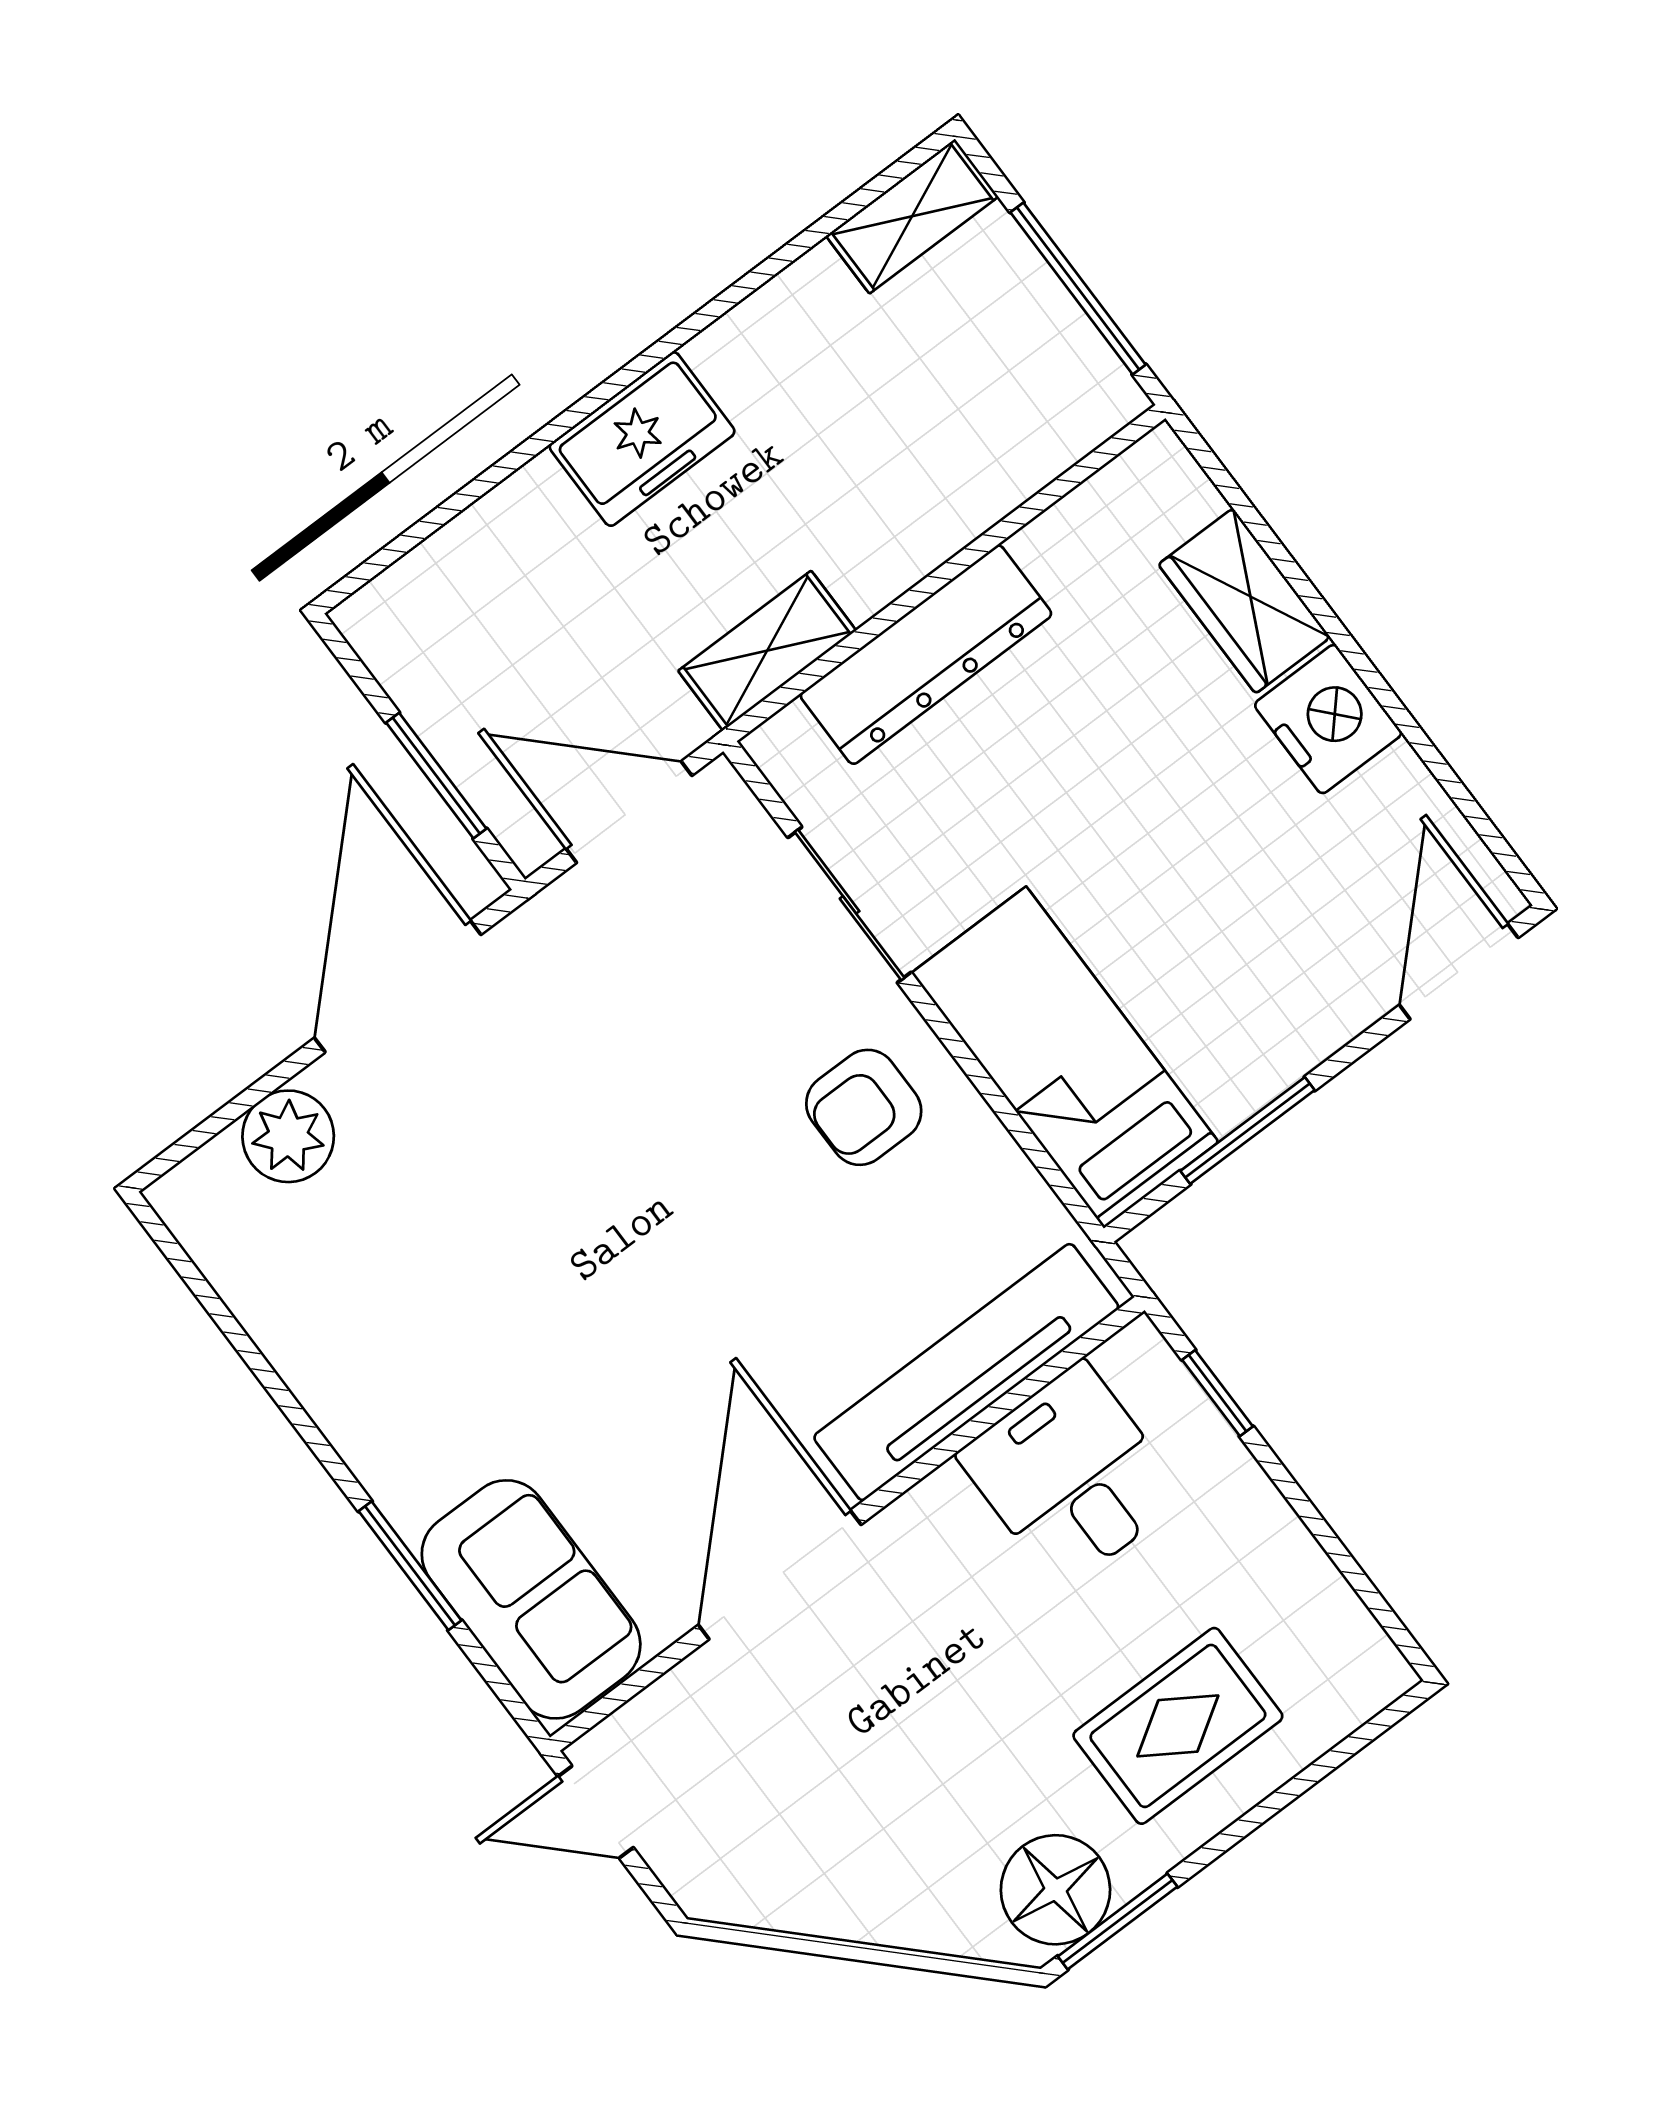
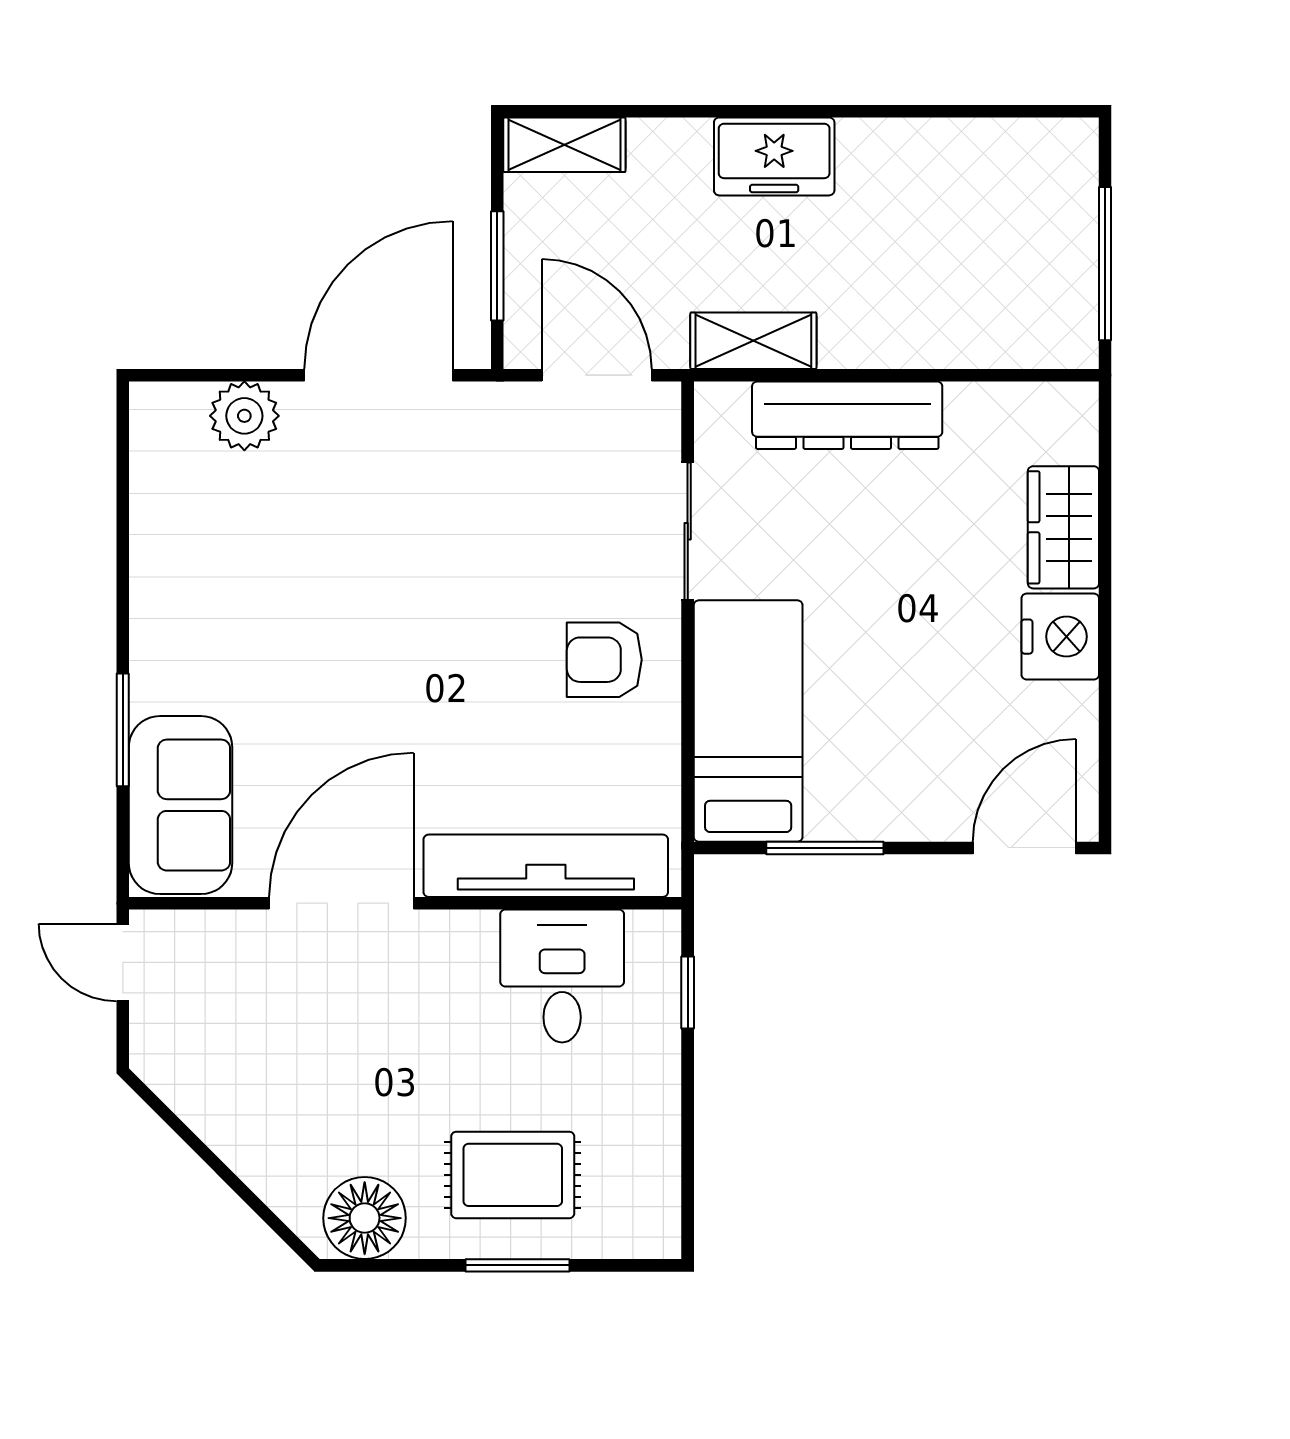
shelving: (912, 216) -> (564, 145), moved
window: (1118, 1921) -> (518, 1265), moved

